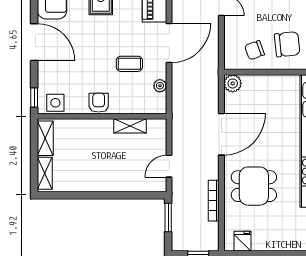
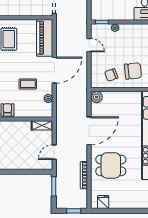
shelving: (130, 126) -> (42, 125), moved

